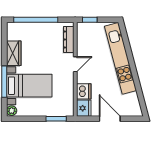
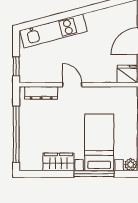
kitchen unit: (120, 58) -> (53, 31), width x0.73
dishwasher: (84, 91) -> (106, 74), removed

